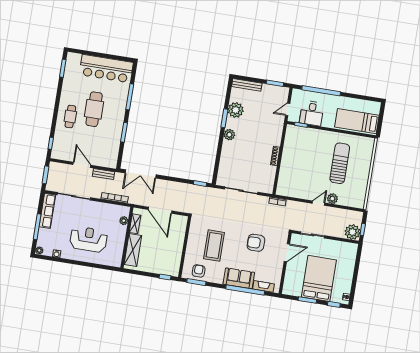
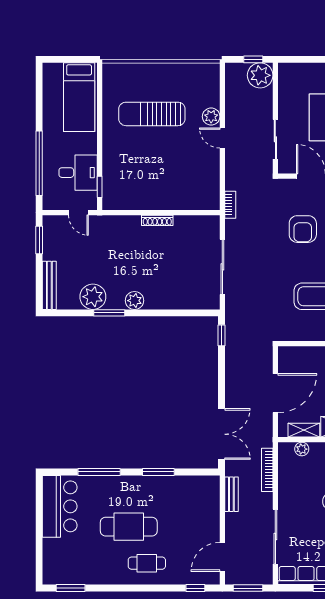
bar counter: (106, 69) -> (60, 506), width x0.73
door: (82, 165) -> (222, 557), moved

